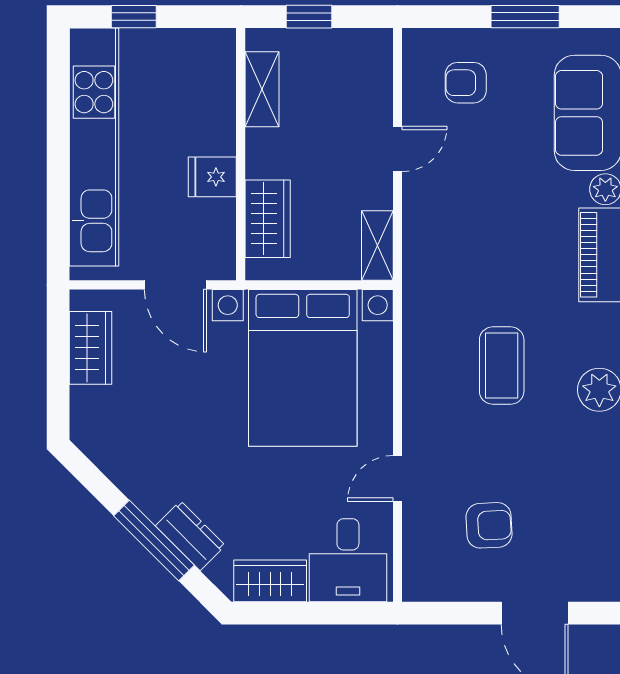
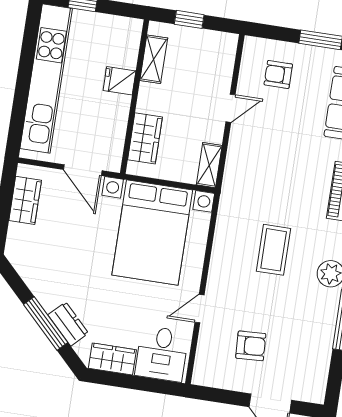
fridge: (212, 177) -> (119, 81), moved

